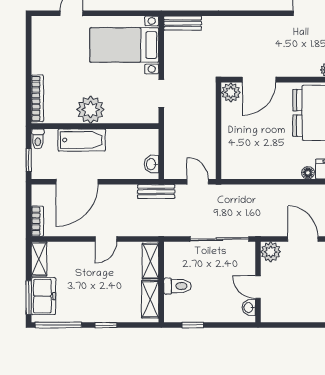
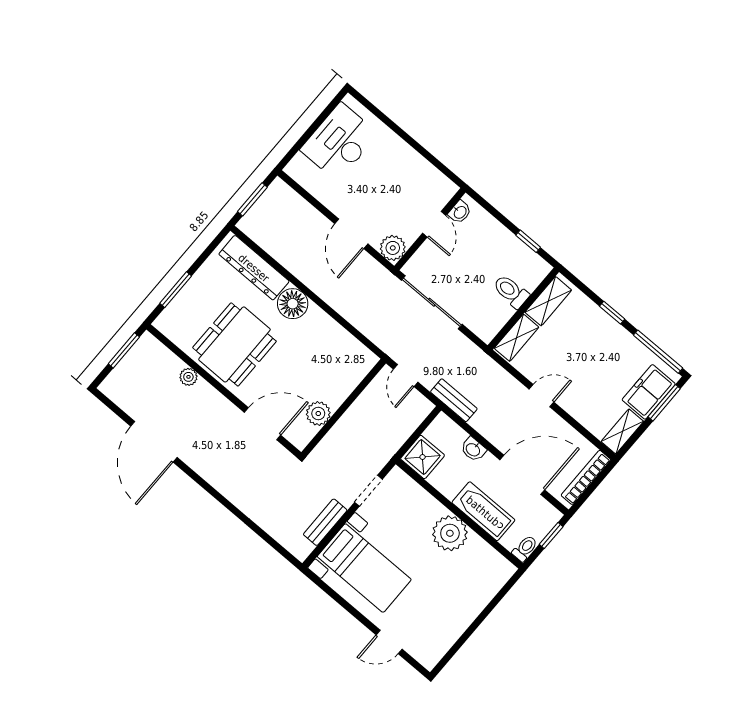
bench: (183, 23) -> (325, 522), moved, turned 90
plant: (231, 92) -> (318, 413), moved
bookcase: (37, 98) -> (492, 588), removed
shower: (146, 141) -> (423, 457), added
washbasin: (151, 164) -> (473, 449), moved, turned 90
floor lamp: (308, 173) -> (293, 304), width x1.89, depth x1.89
bookcase: (37, 221) -> (586, 477), width x1.56

